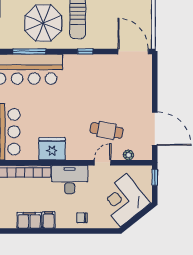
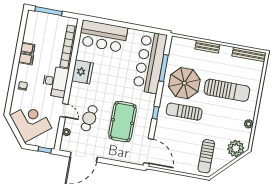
door: (133, 51) -> (149, 151), hinge flipped
pool table: (103, 89) -> (123, 122), added
filing cabinet: (29, 220) -> (28, 48), width x0.50

